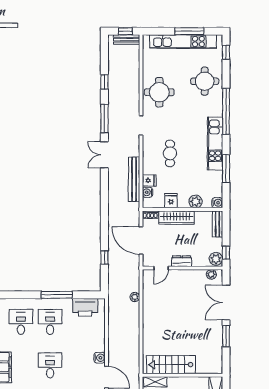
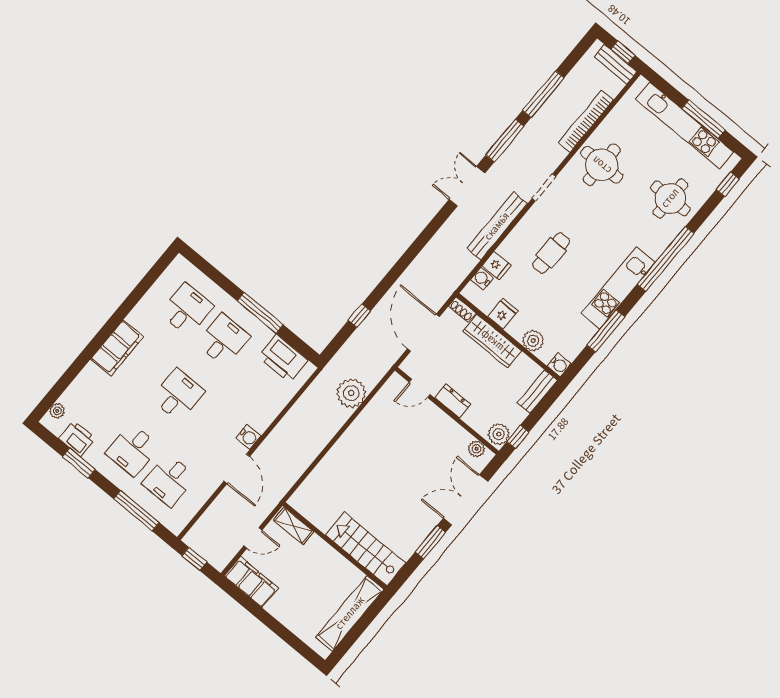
bookcase: (135, 78) -> (586, 121), added
window: (104, 82) -> (543, 94), width x2.17
bench: (134, 179) -> (497, 226), moved
plant: (135, 297) -> (351, 393), width x1.87, depth x1.87
stairs: (171, 365) -> (366, 549), moved

